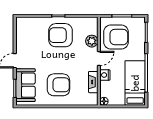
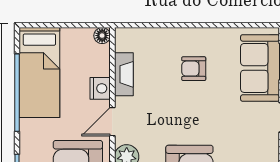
armchair: (58, 85) -> (194, 69), width x0.53, depth x0.53

